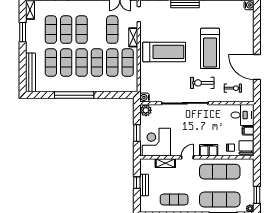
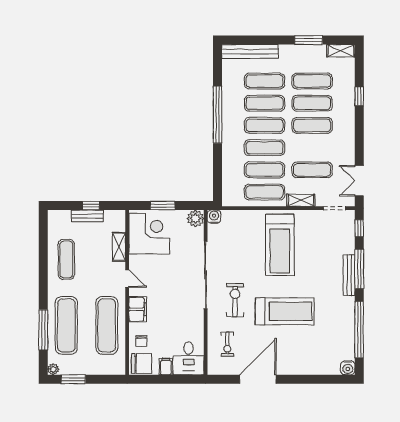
treadmill: (210, 48) -> (285, 311), turned 180

